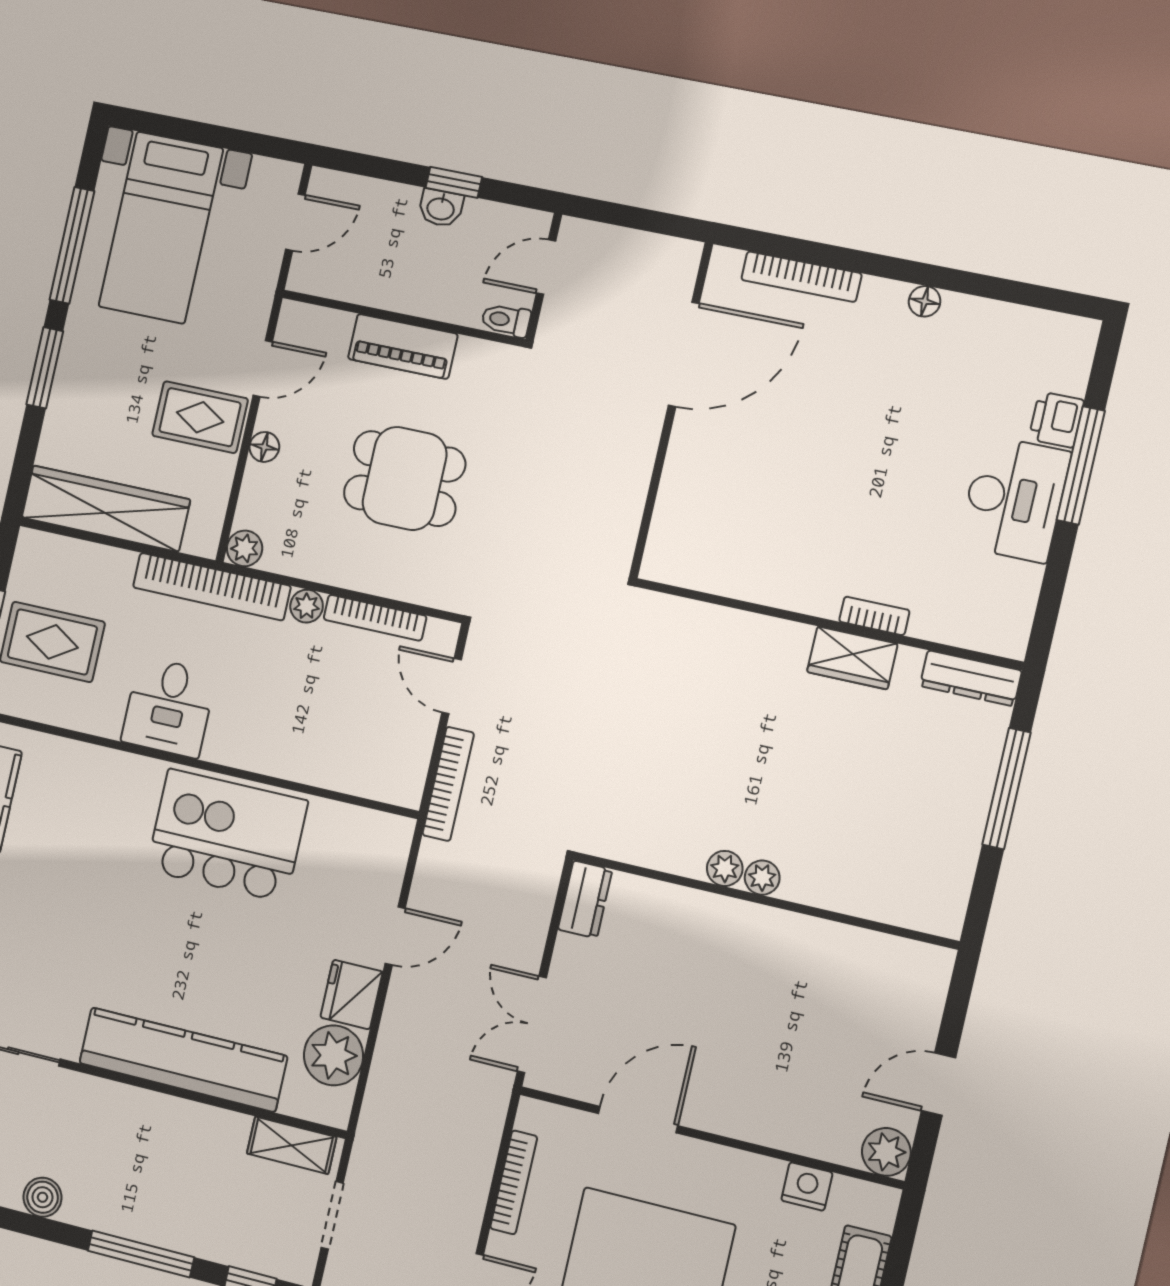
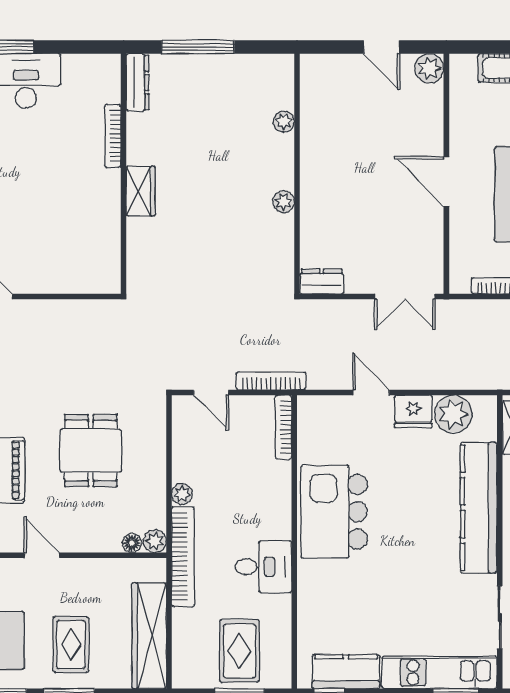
rug: (200, 417) -> (71, 645), moved
floor lamp: (264, 447) -> (132, 543), moved
bookcase: (874, 616) -> (113, 136), width x1.56
bookcase: (375, 618) -> (283, 427), moved, turned 180
wardrobe: (852, 658) -> (141, 191), moved
door: (452, 686) -> (211, 393), hinge flipped
plant: (762, 878) -> (284, 122), moved
door: (638, 1120) -> (446, 181), moved
nightstand: (807, 1186) -> (461, 110), removed

